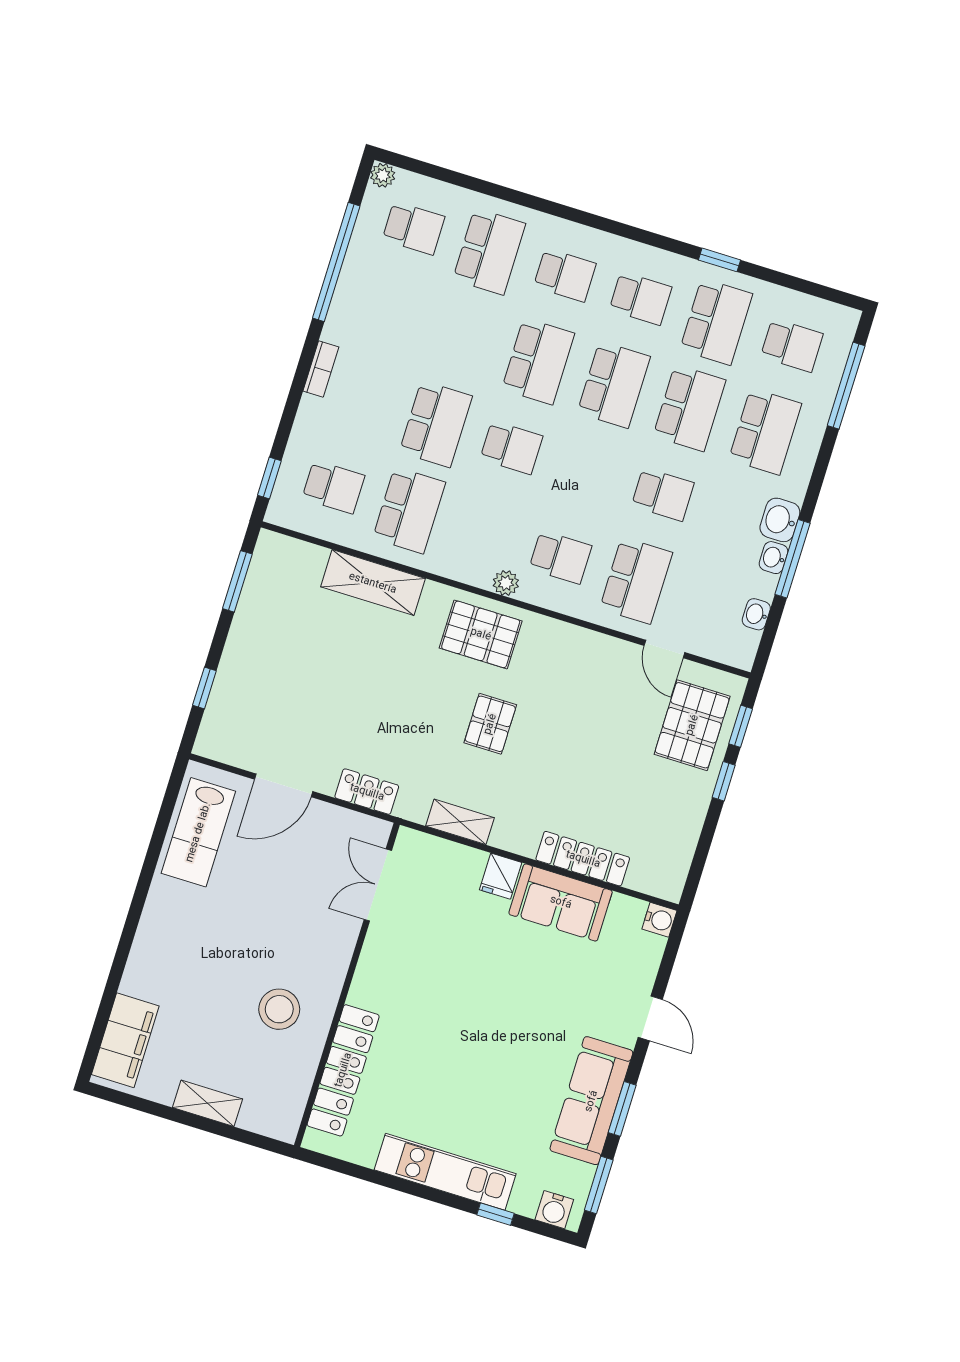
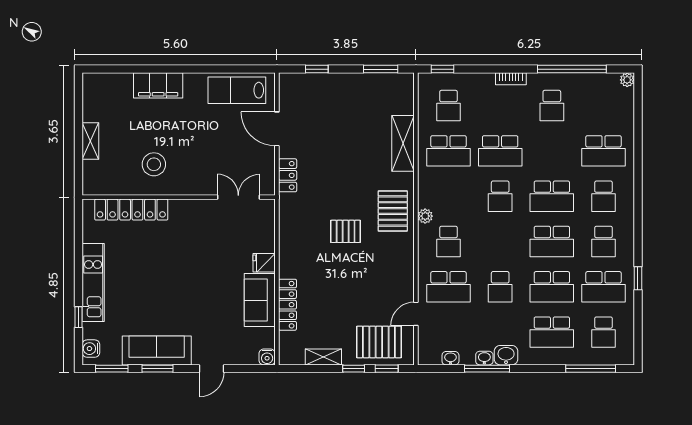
school desk: (413, 228) -> (552, 106), moved
shelving: (460, 822) -> (323, 357), moved, turned 90
filing cabinet: (125, 1040) -> (158, 85), moved

